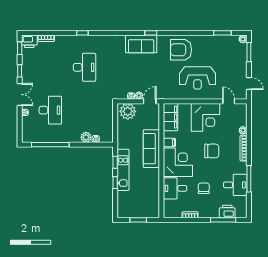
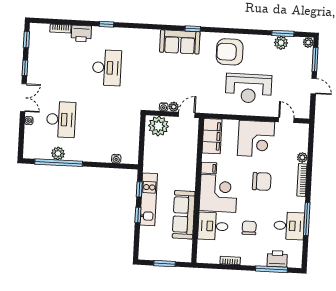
plant: (221, 40) -> (281, 43), added
printer: (29, 41) -> (81, 33), moved
door: (249, 84) -> (314, 86), moved
plant: (86, 137) -> (58, 153), moved
sofa: (151, 149) -> (184, 215), moved

